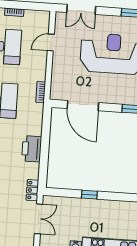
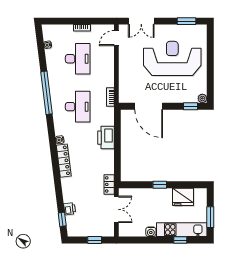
door: (51, 42) -> (116, 38), moved
printer: (32, 149) -> (106, 138), moved
fridge: (114, 210) -> (183, 197), added

